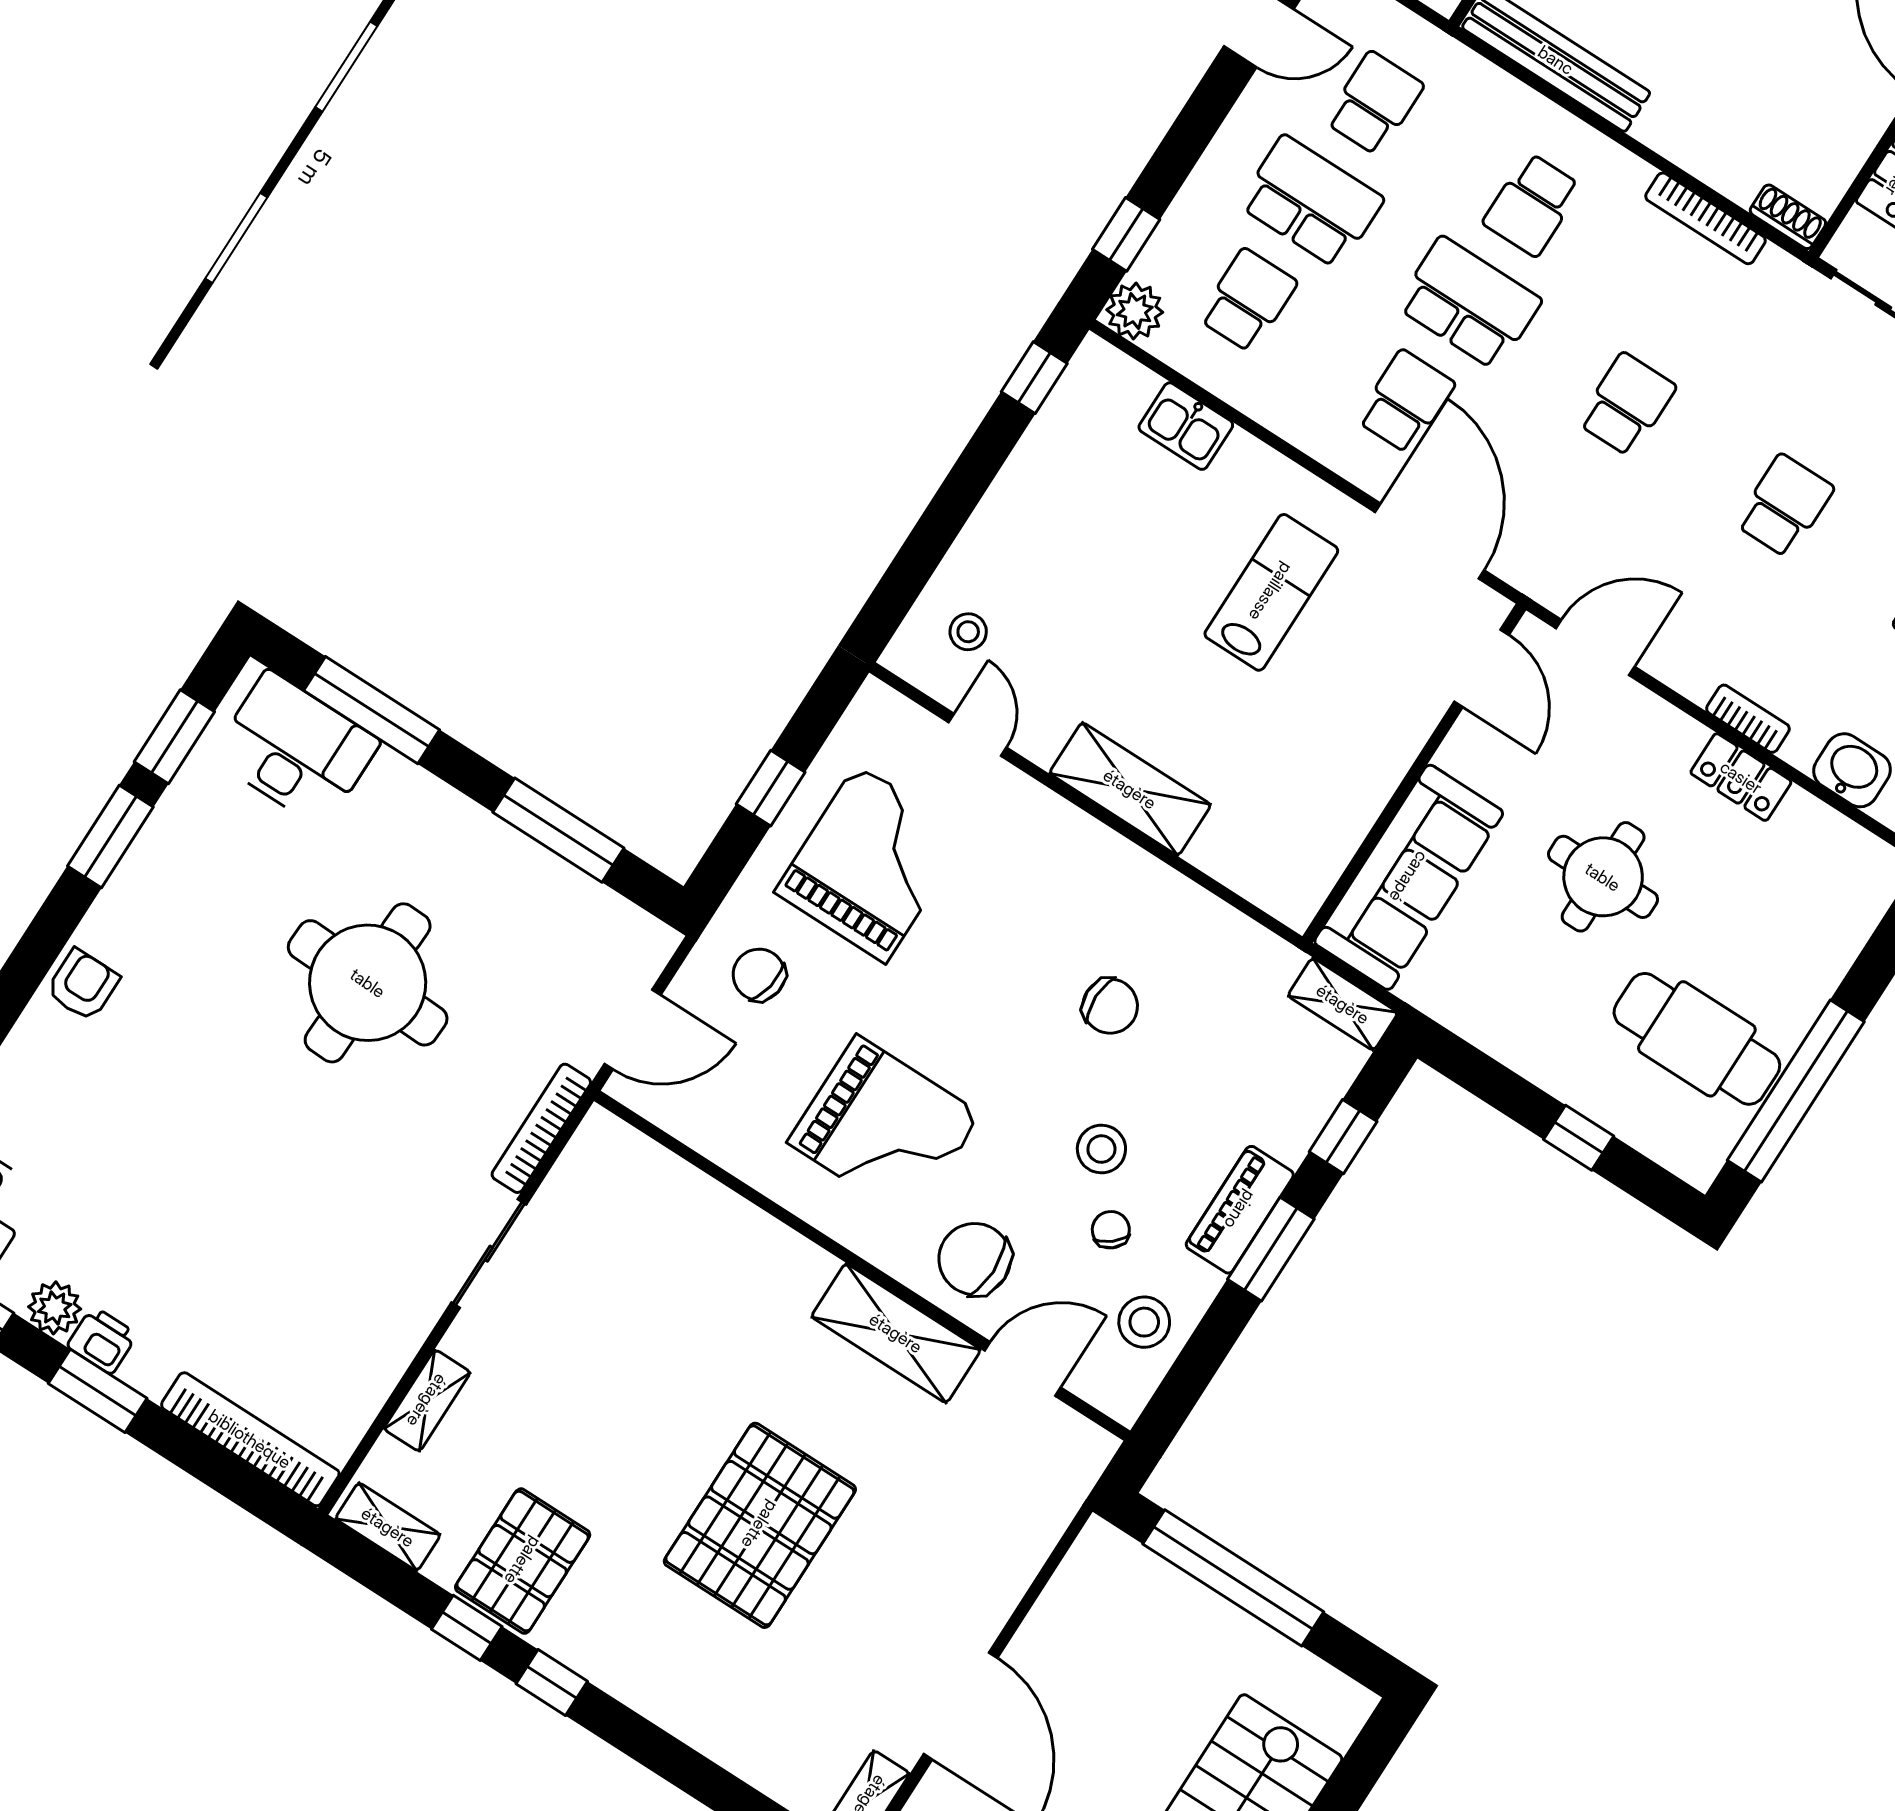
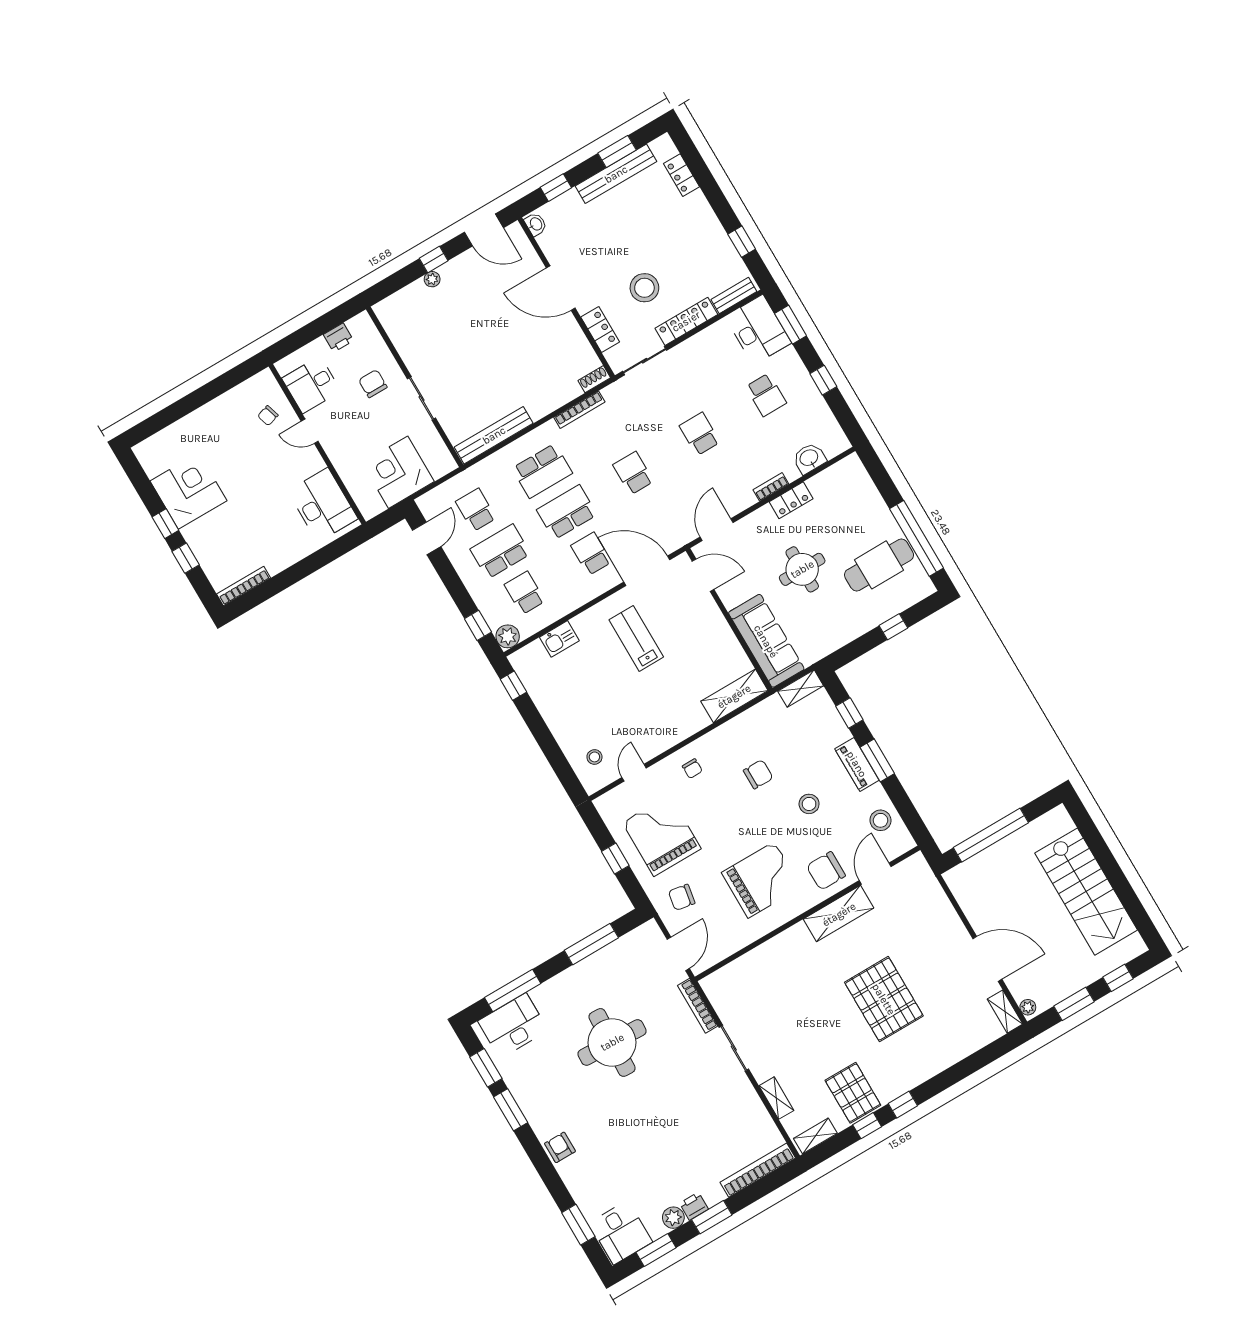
school desk: (1532, 205) -> (542, 471), width x1.85
door: (978, 735) -> (634, 773), hinge flipped
shelving: (1130, 789) -> (734, 696), moved
chair: (1111, 1230) -> (692, 769), moved, turned -140

